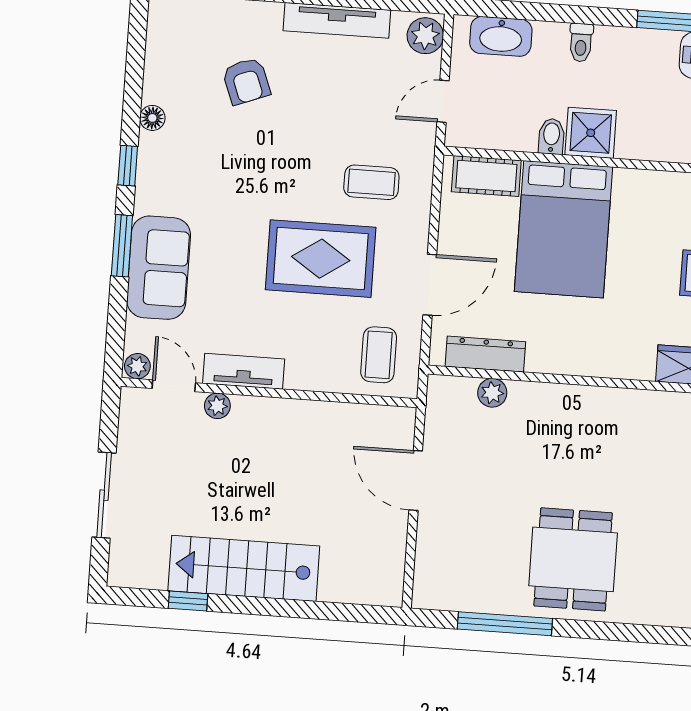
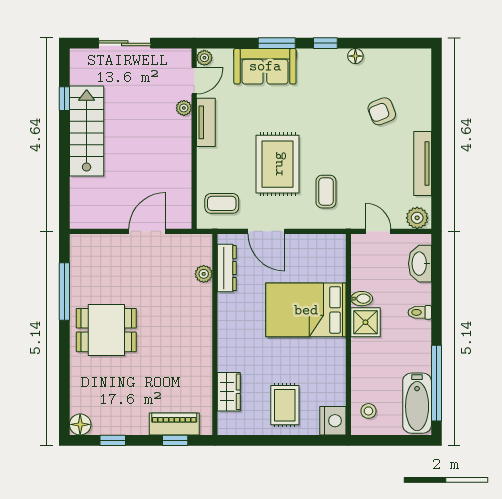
cot: (486, 176) -> (335, 261), removed

